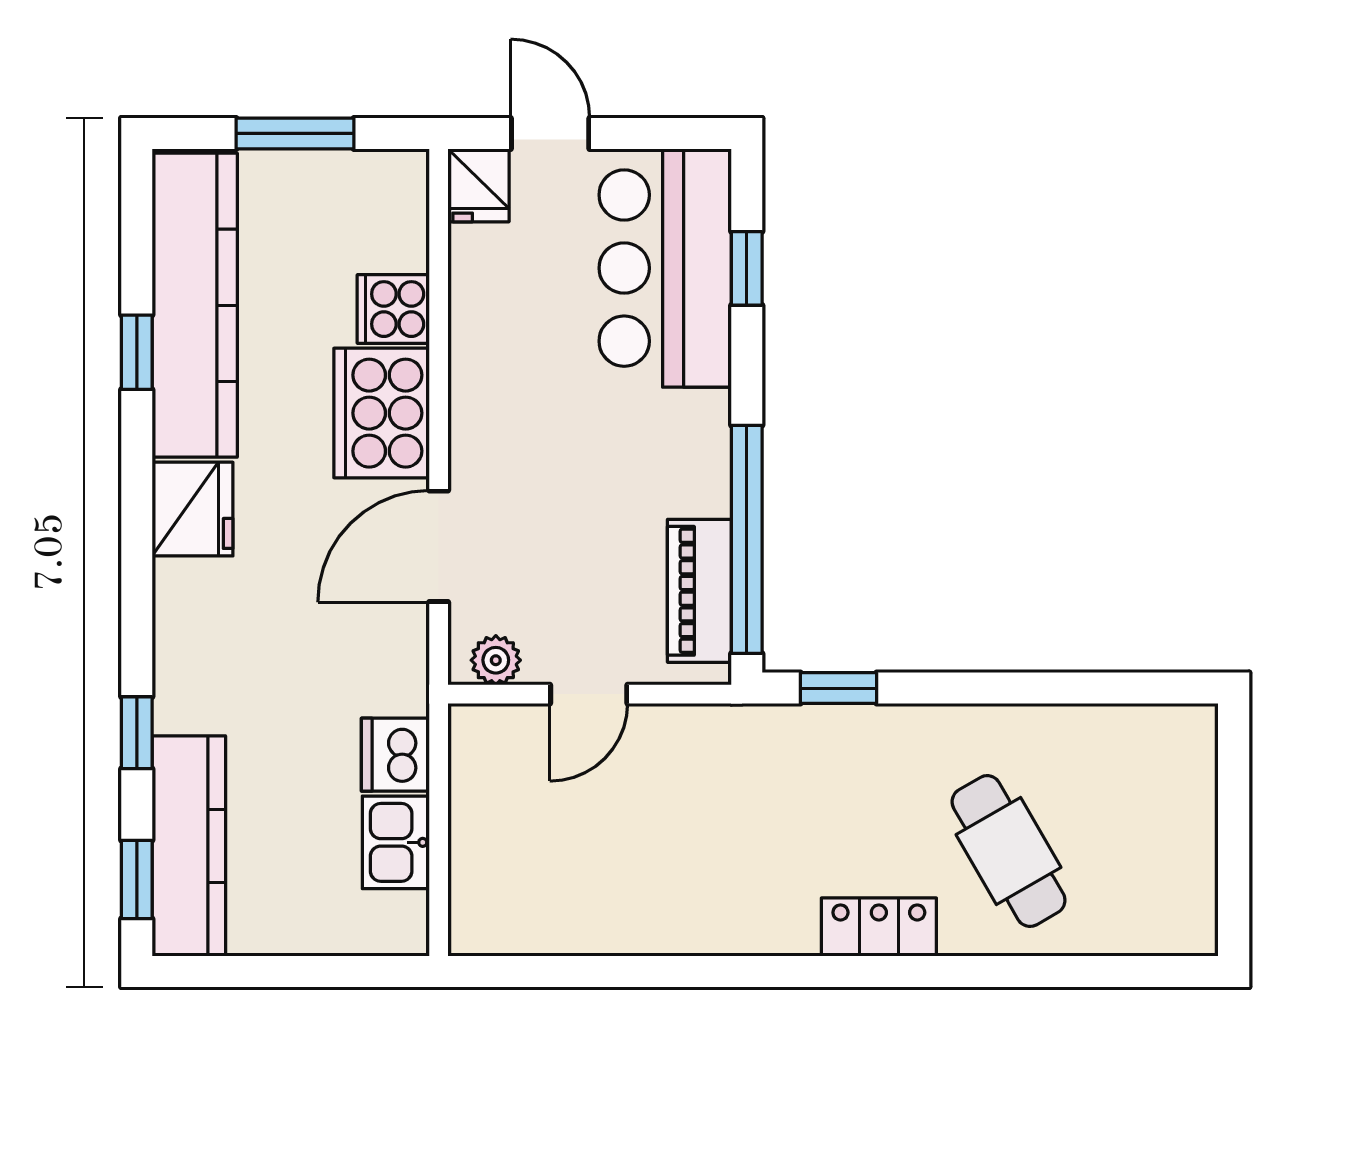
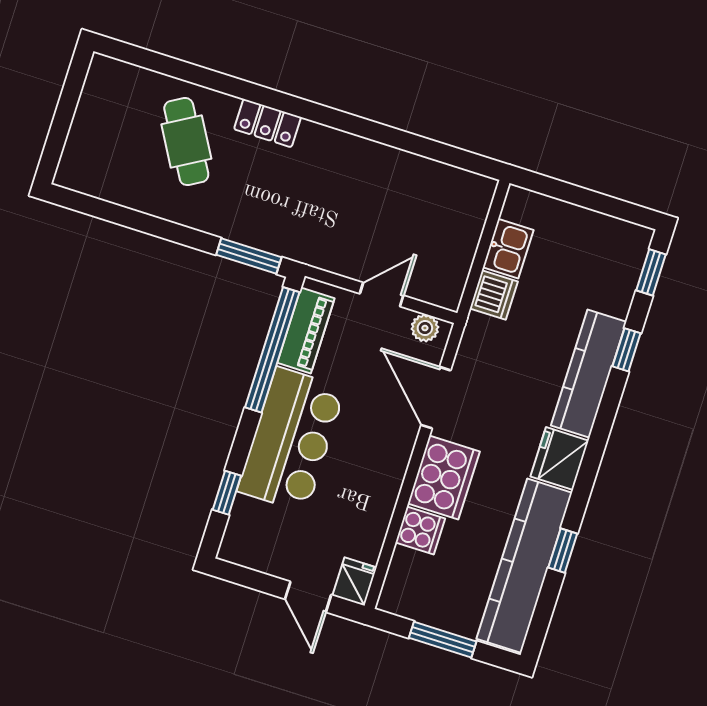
bar counter: (665, 268) -> (291, 439), moved
door: (439, 546) -> (436, 398), swing flipped
window: (838, 688) -> (249, 256), width x1.50
kitchen counter: (189, 846) -> (589, 374), moved

